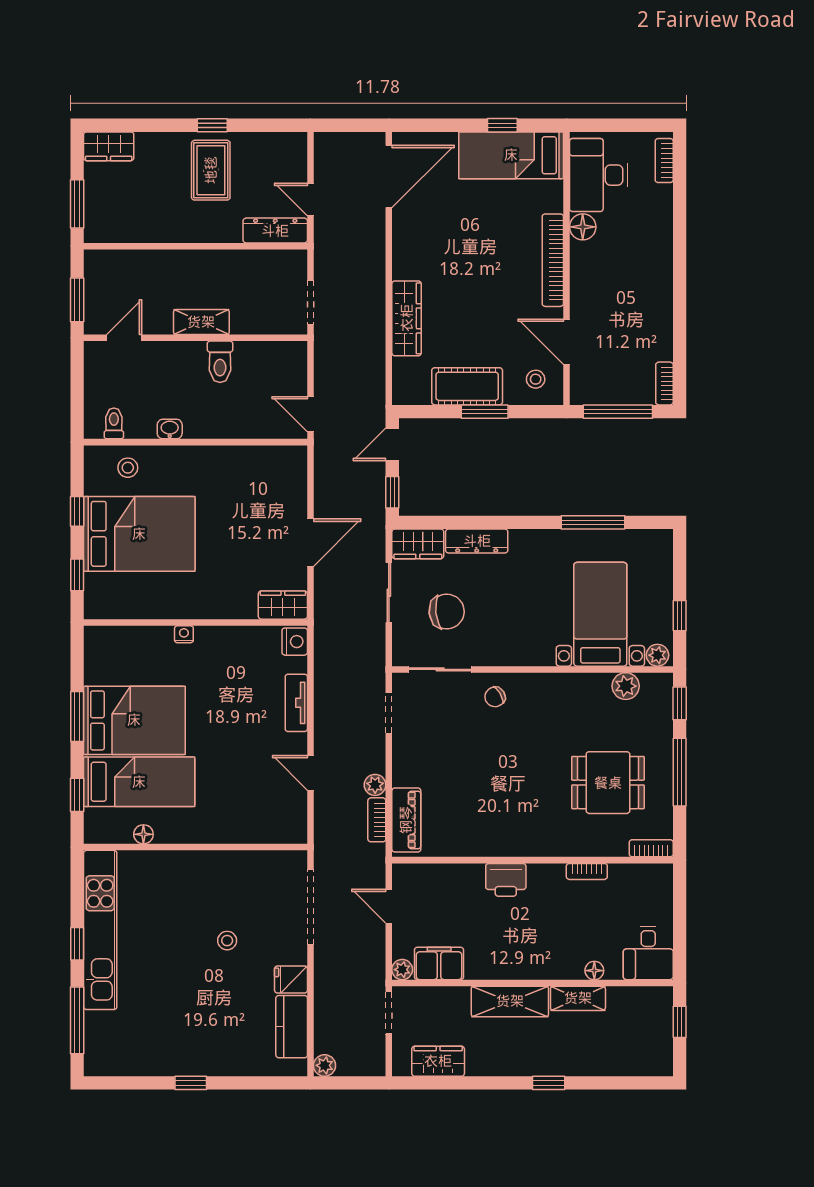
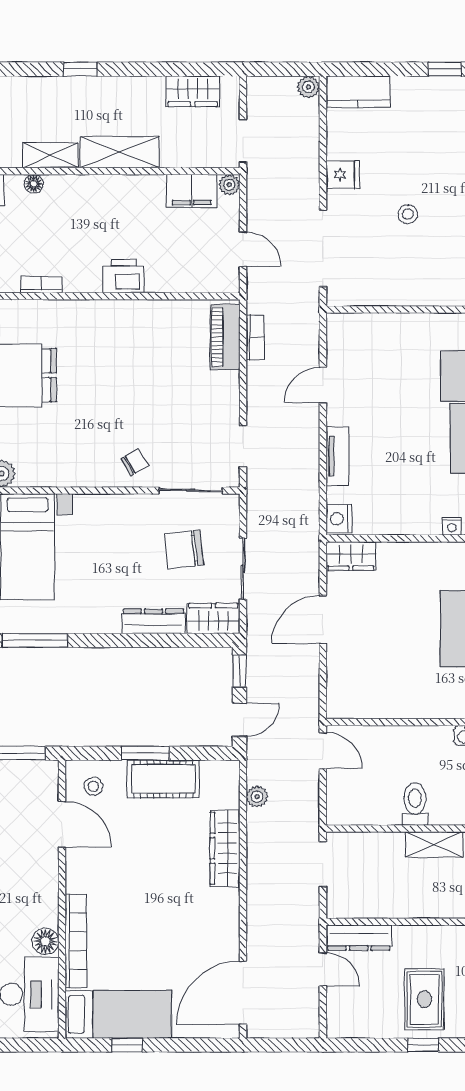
bookcase: (553, 260) -> (76, 941), moved
door: (310, 773) -> (323, 385), swing flipped
plant: (375, 785) -> (257, 797), moved
kitchen counter: (292, 1027) -> (358, 92), moved, turned 90

